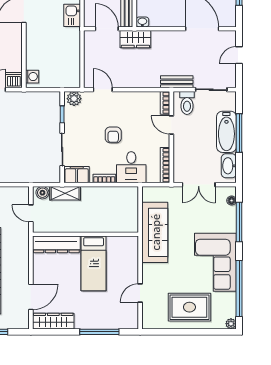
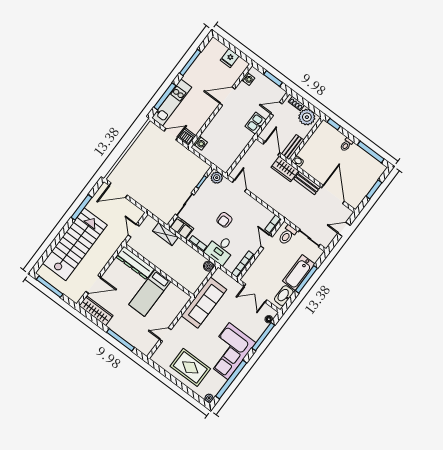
bench: (177, 82) -> (307, 183), moved
boiler: (42, 193) -> (209, 266), moved

